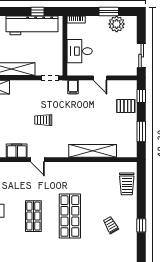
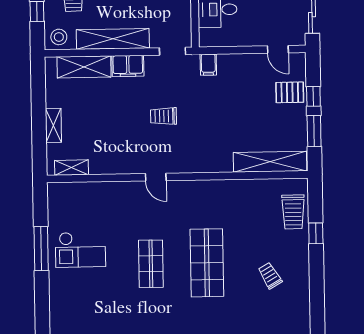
door: (100, 78) -> (278, 49), moved
window: (141, 96) -> (313, 96), moved
filing cabinet: (17, 151) -> (128, 66), moved, turned 180
shelving: (93, 151) -> (270, 162), moved
window: (141, 225) -> (316, 233), moved

